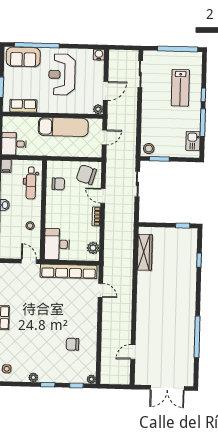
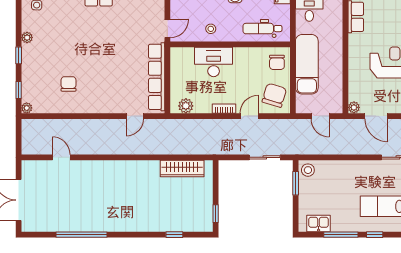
exam couch: (63, 127) -> (307, 64), moved, turned 180
chair: (58, 184) -> (277, 62), moved
desk: (57, 244) -> (214, 62), moved

